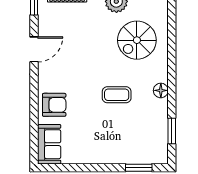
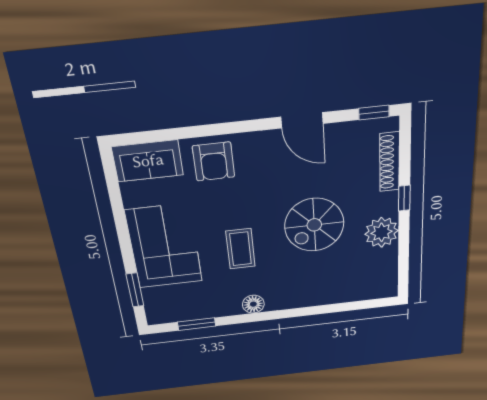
spiral stairs: (137, 40) -> (314, 225), moved, turned -90
corner sofa: (108, 143) -> (164, 246), added

